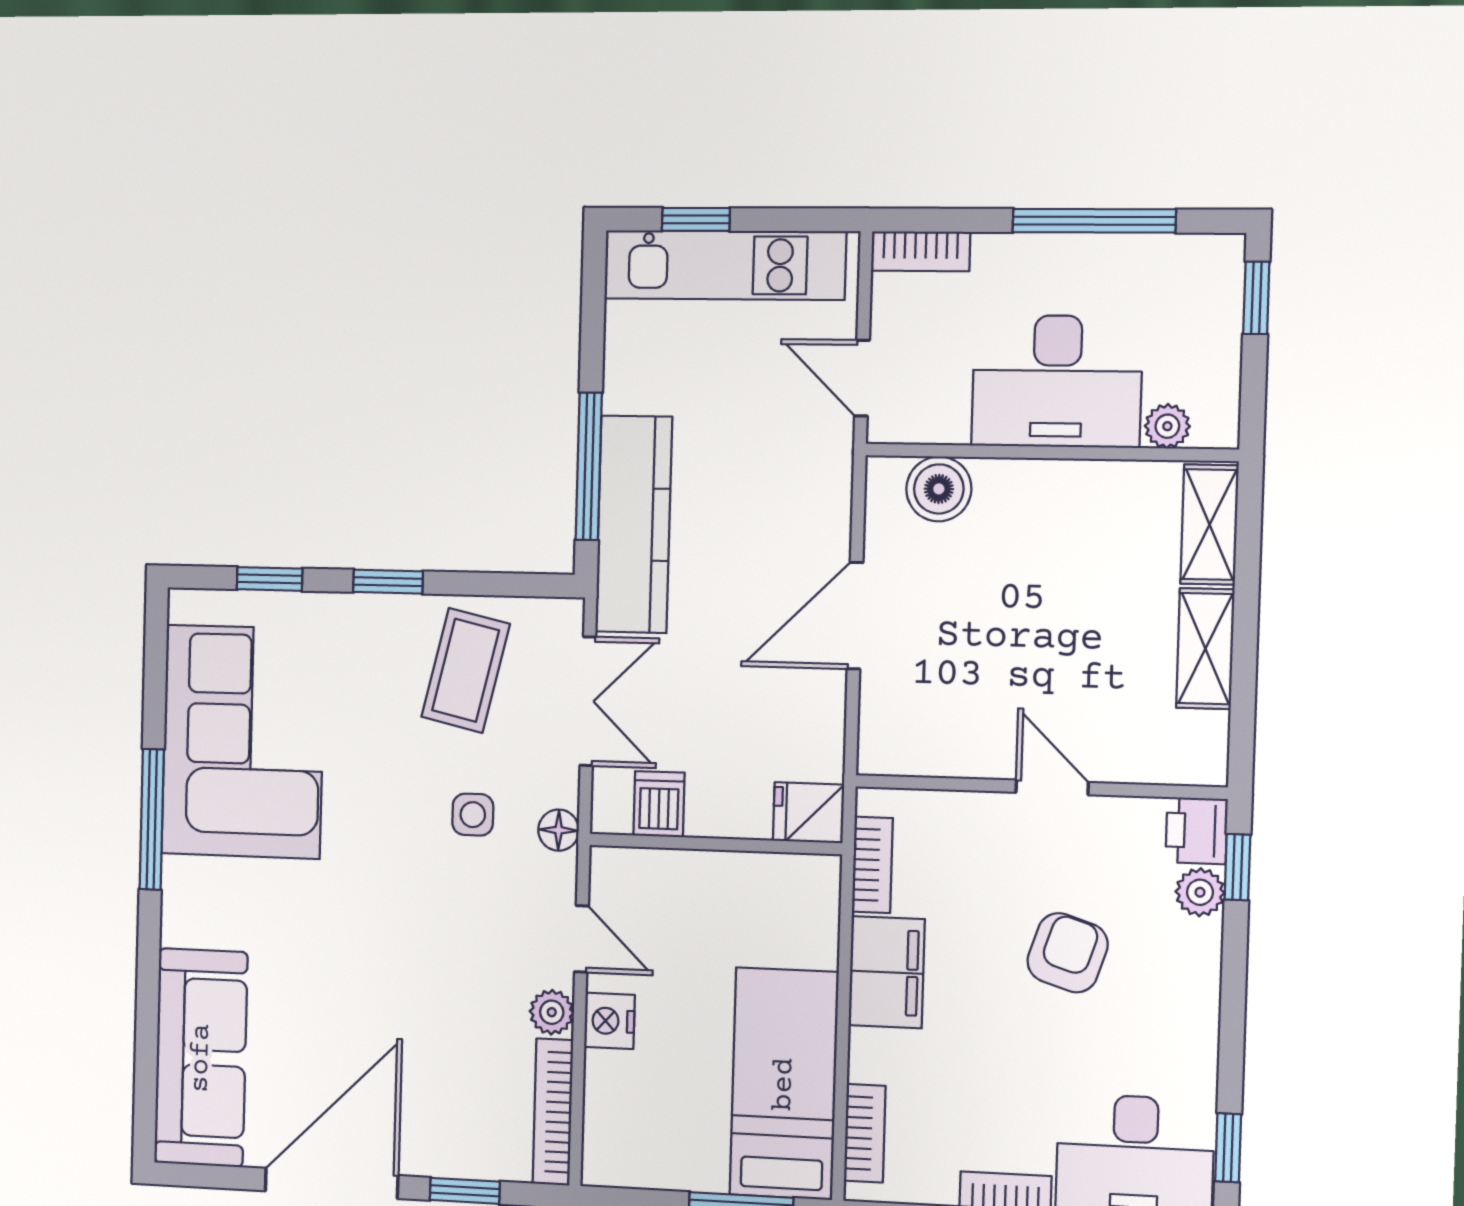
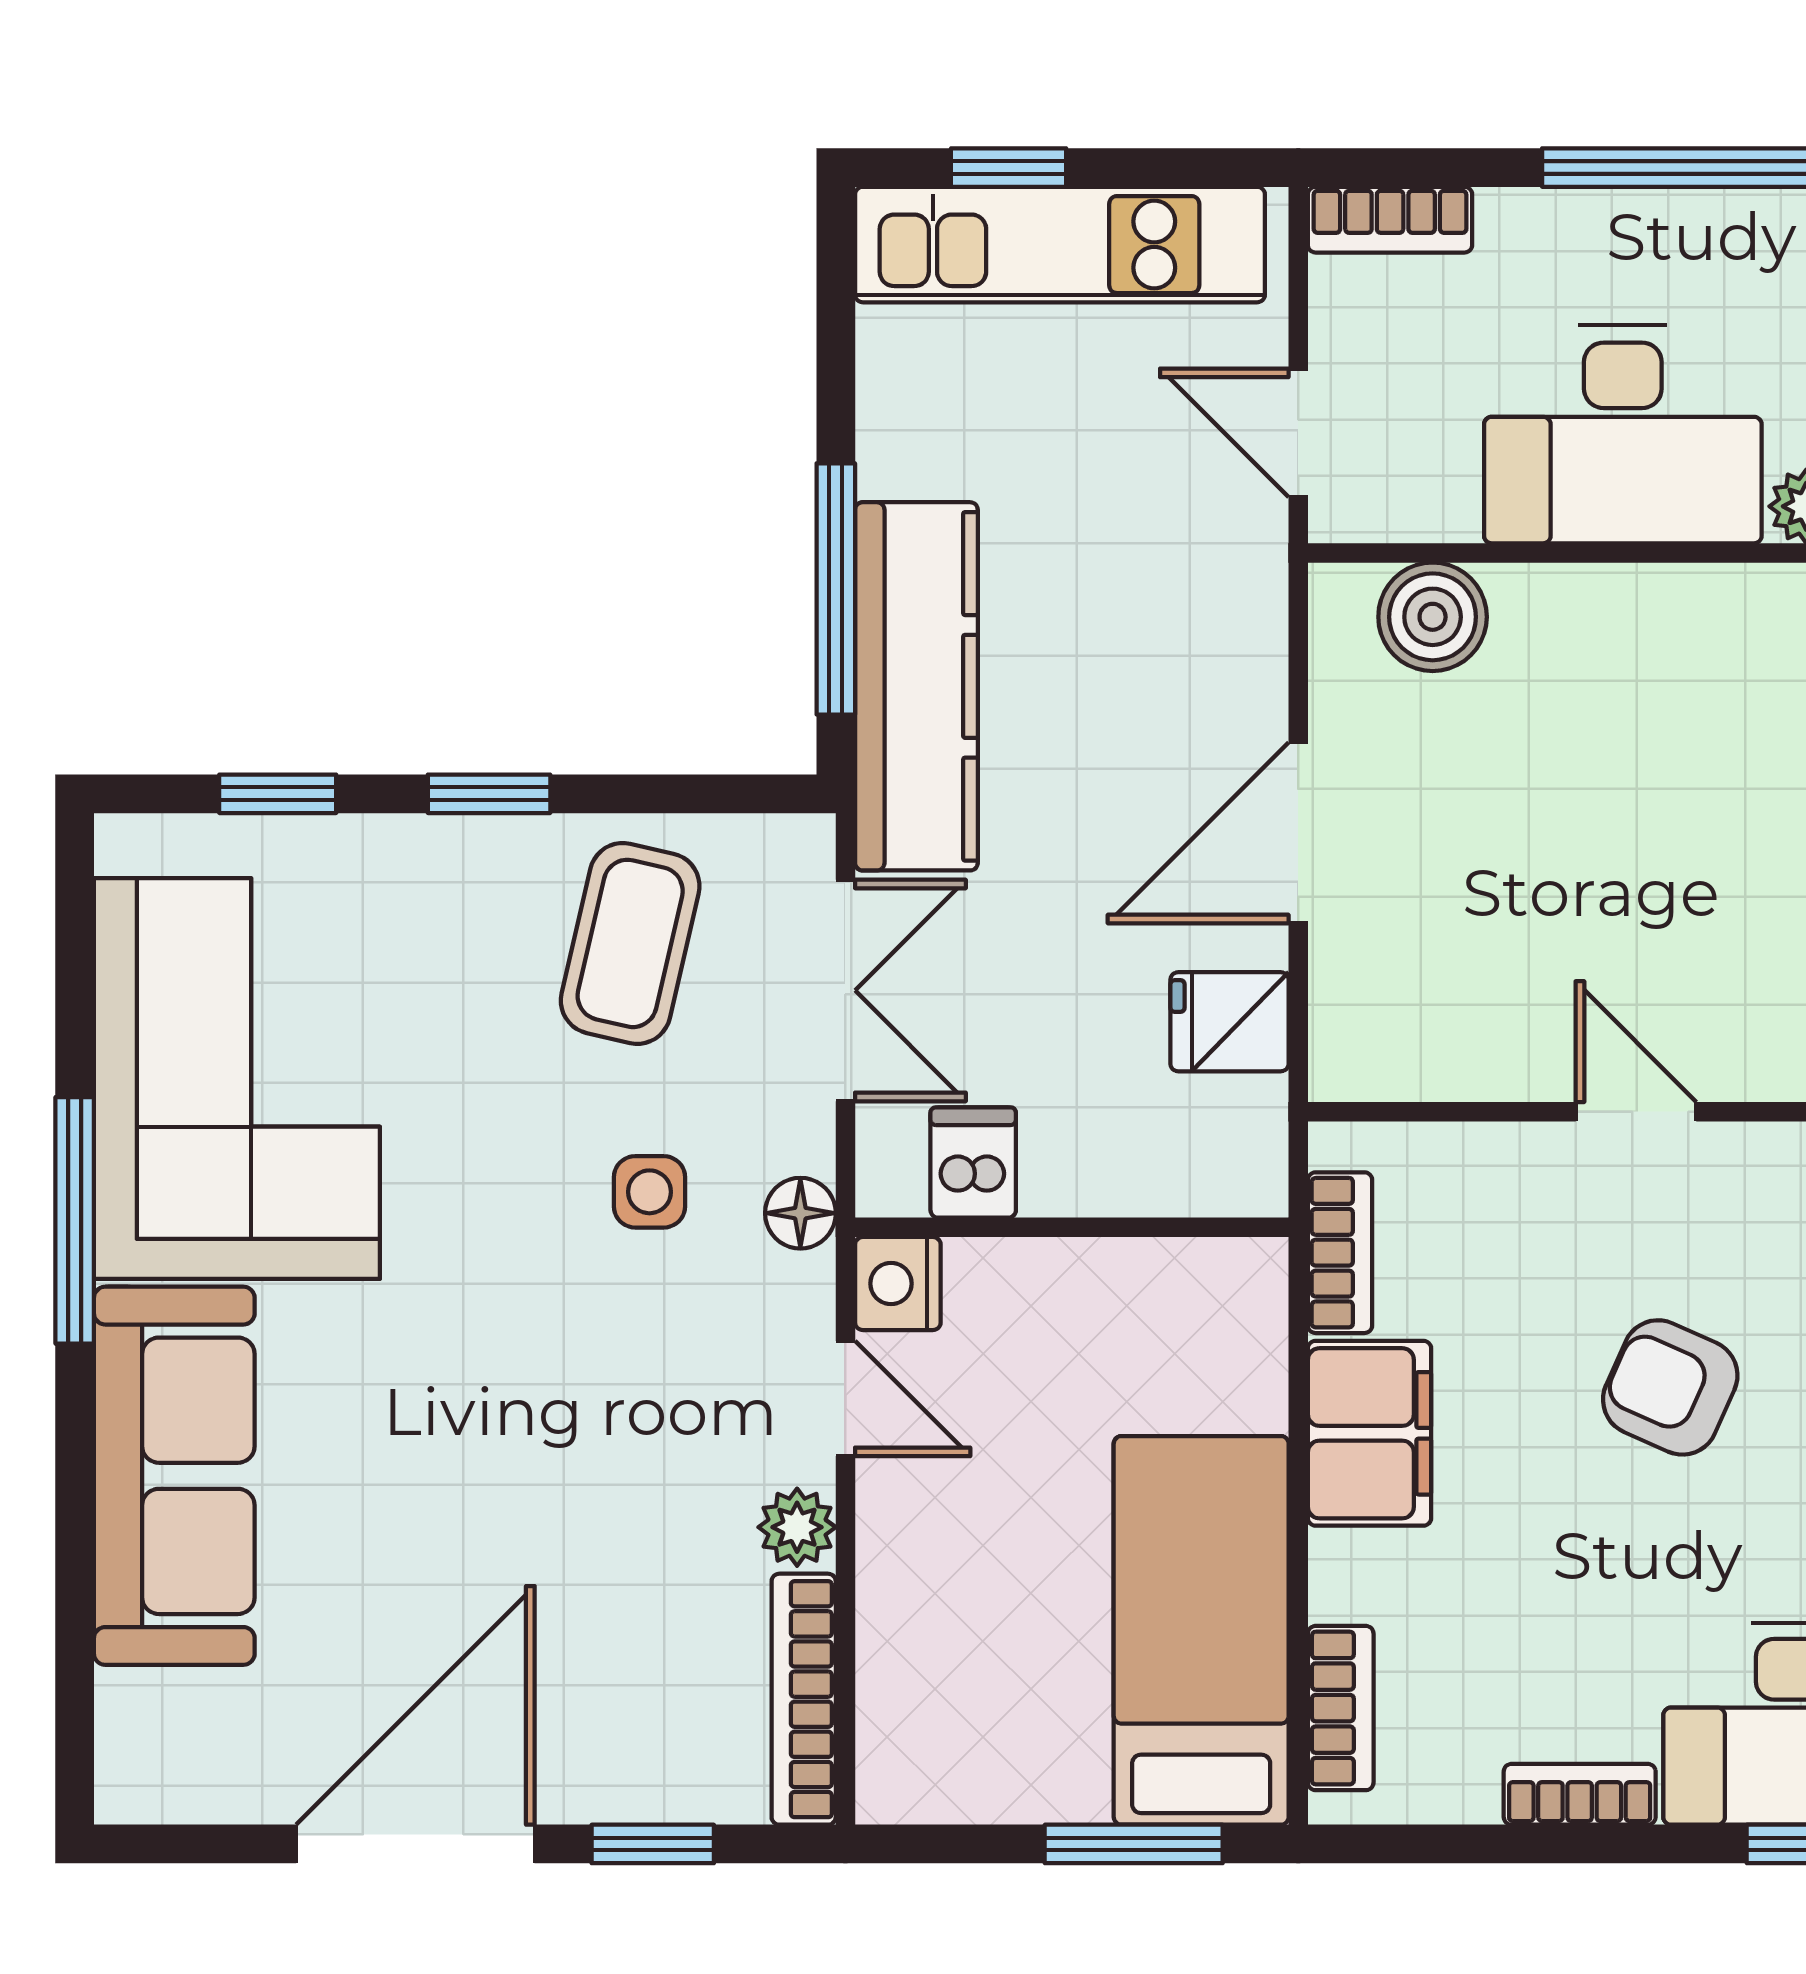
fridge: (809, 813) -> (1229, 1022), moved
armchair: (1068, 953) -> (1670, 1387), turned -84
nightstand: (609, 1021) -> (898, 1284), moved
sofa: (201, 1058) -> (174, 1476), moved

